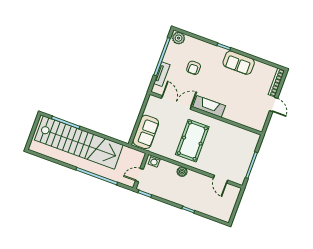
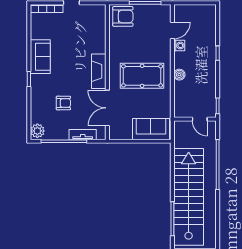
armchair: (247, 143) -> (123, 16), added
washing machine: (154, 161) -> (179, 45), moved

